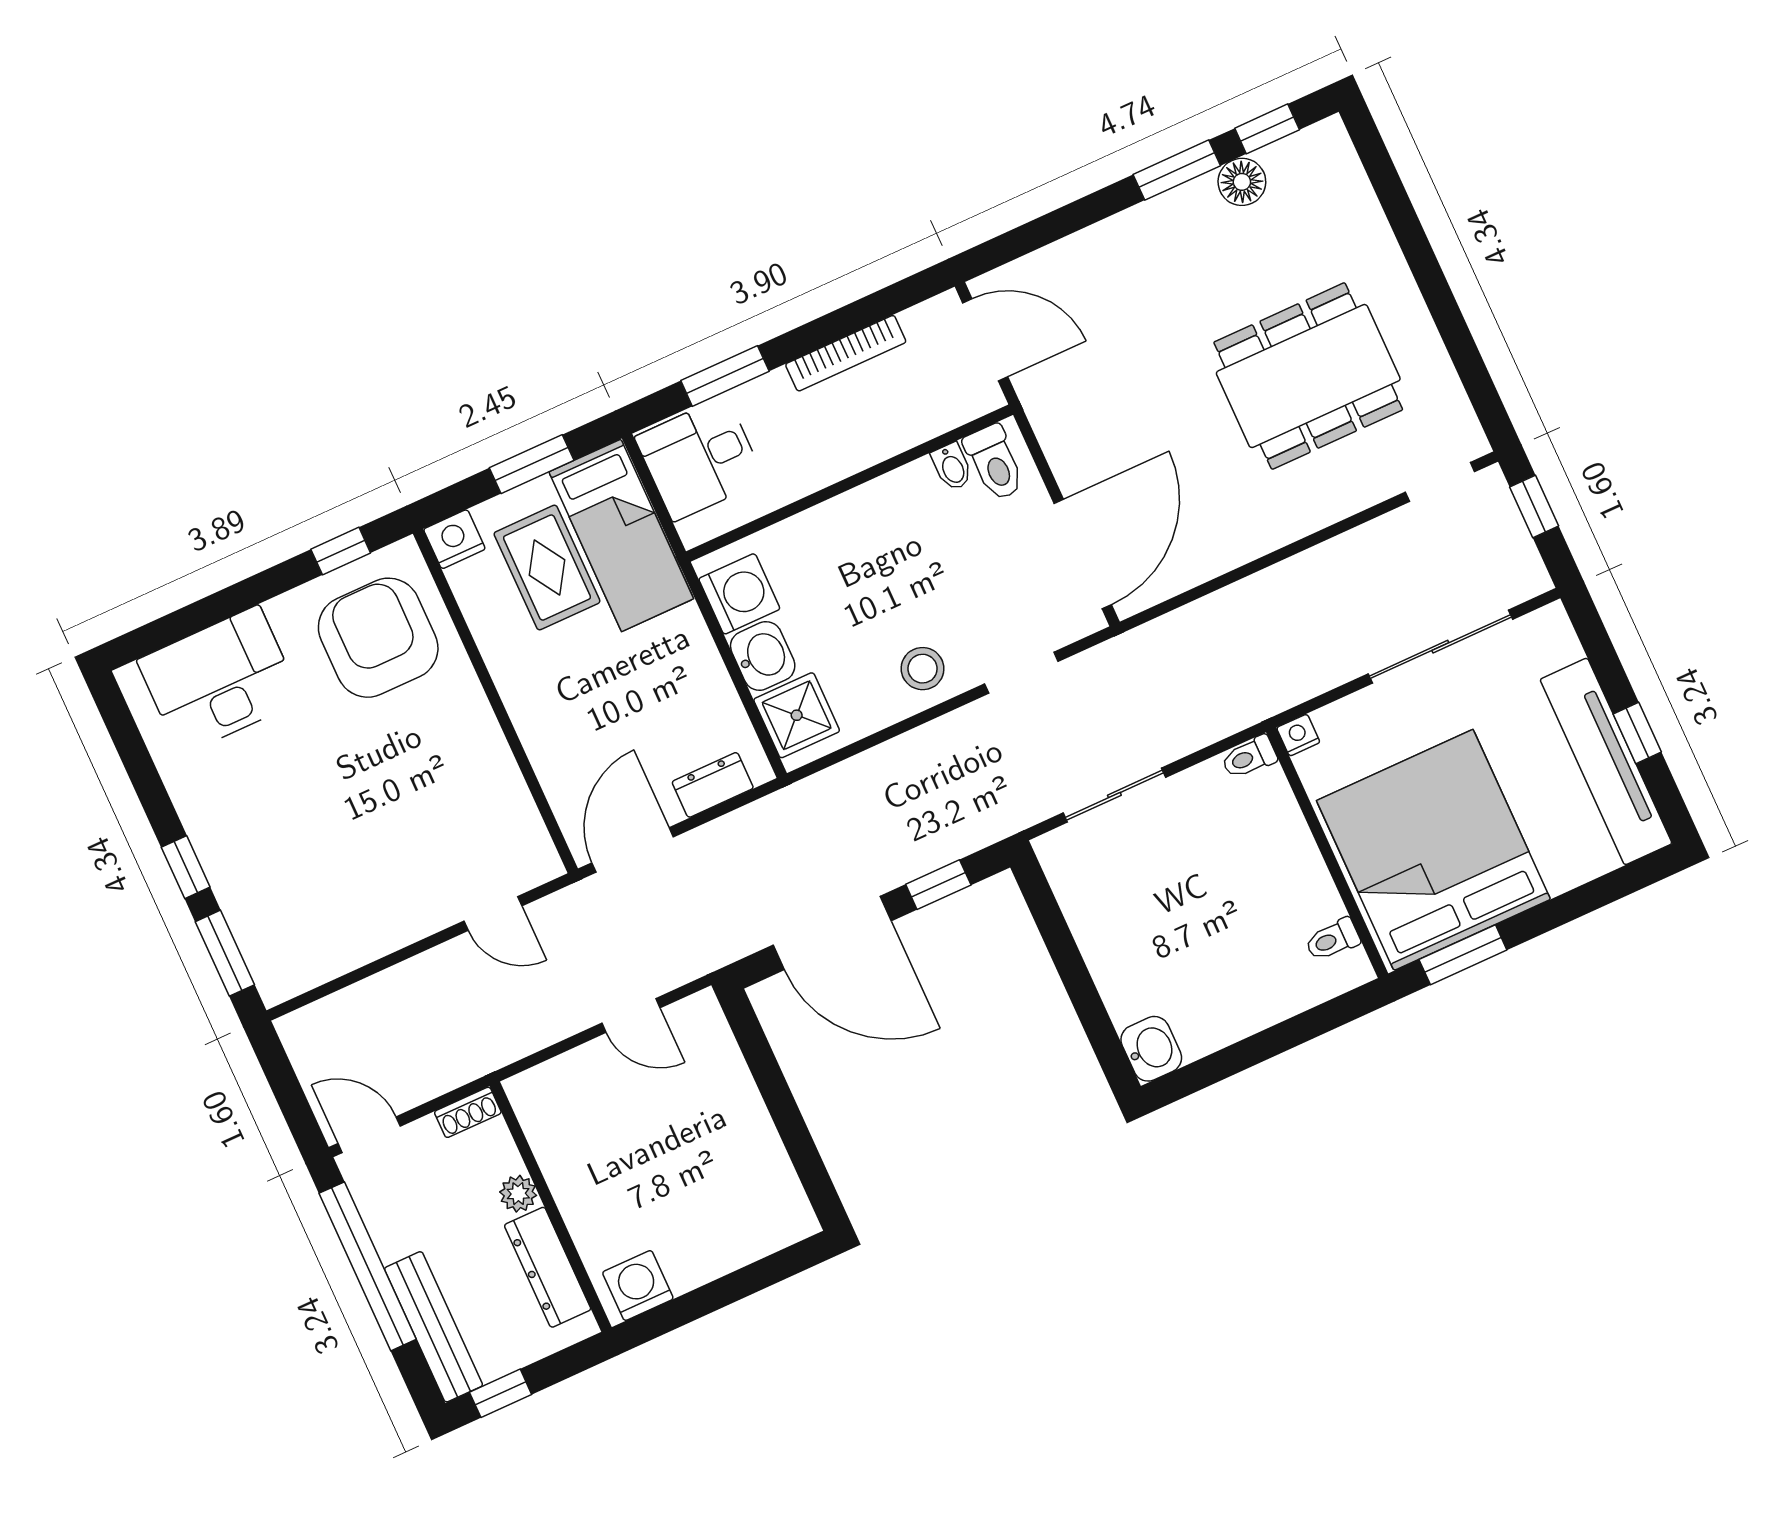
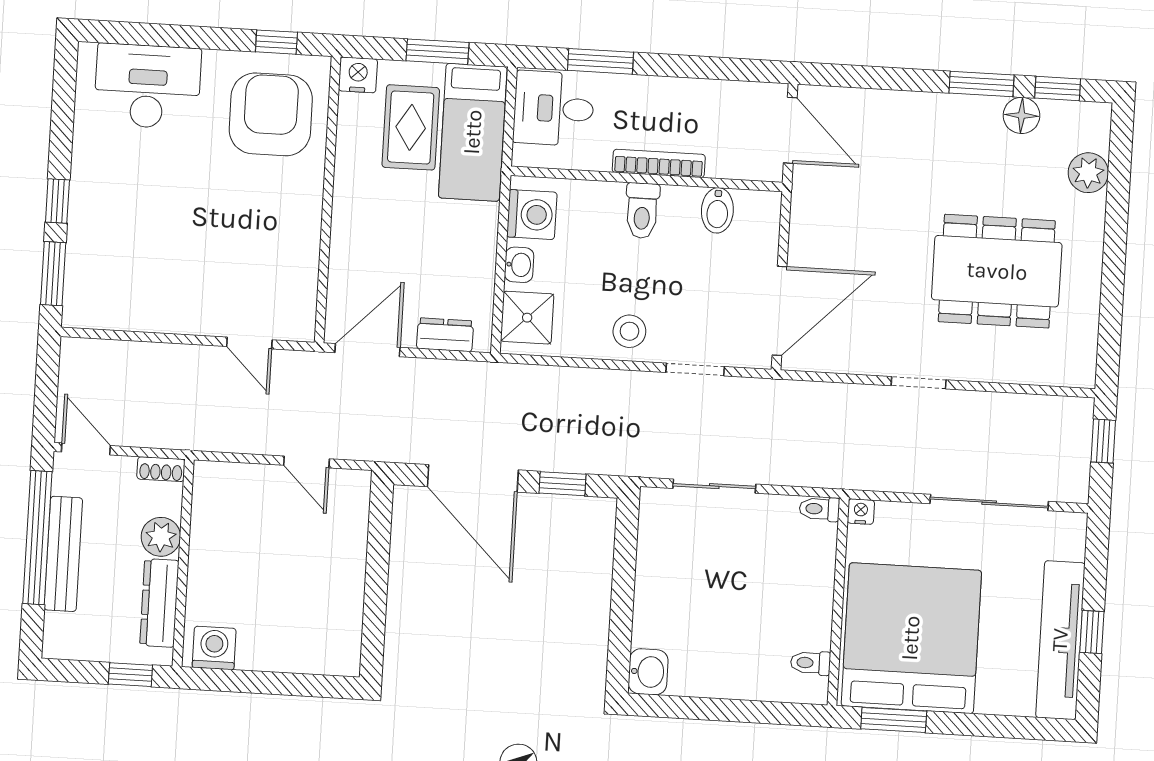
plant: (1354, 207) -> (1088, 173), added
bookcase: (846, 353) -> (659, 163), moved, turned 180
toilet: (995, 463) -> (642, 211), moved
bidet: (952, 467) -> (717, 210), width x1.38, depth x1.36
doorway: (1440, 482) -> (919, 383), moved
washbasin: (763, 656) -> (519, 265), width x0.72, depth x0.69
plant: (518, 1194) -> (161, 537), width x1.38, depth x1.38
bench: (433, 1327) -> (63, 554), moved
window: (501, 1393) -> (130, 675), moved

